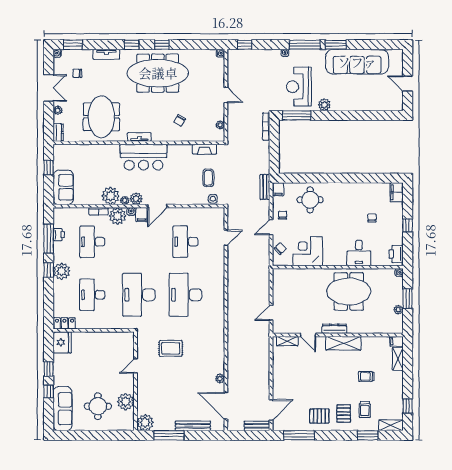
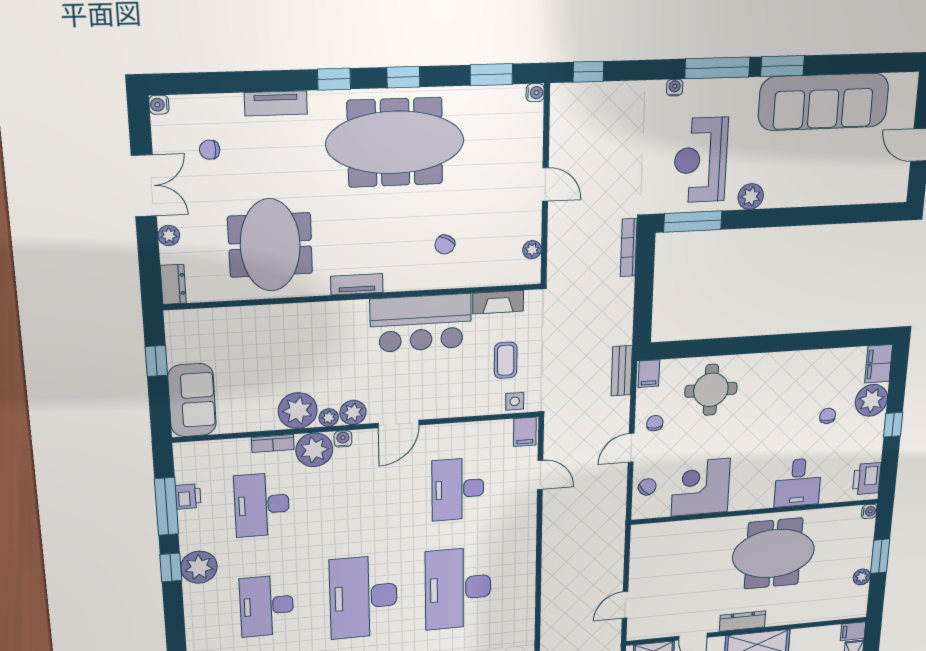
window: (73, 45) -> (491, 75), moved
bar counter: (144, 157) -> (421, 323), moved
plant: (395, 211) -> (871, 400), added
filing cabinet: (141, 215) -> (525, 432), moved
door: (226, 238) -> (540, 475), hinge flipped

